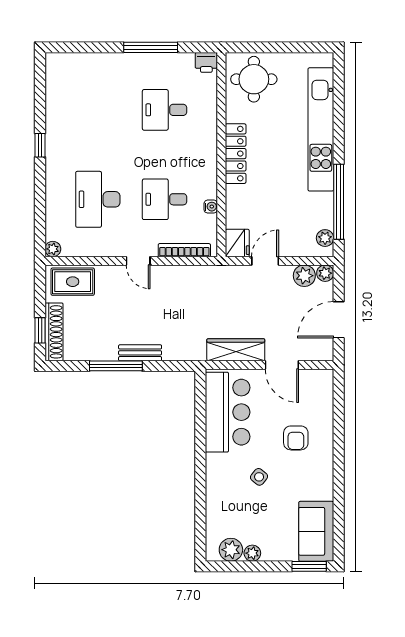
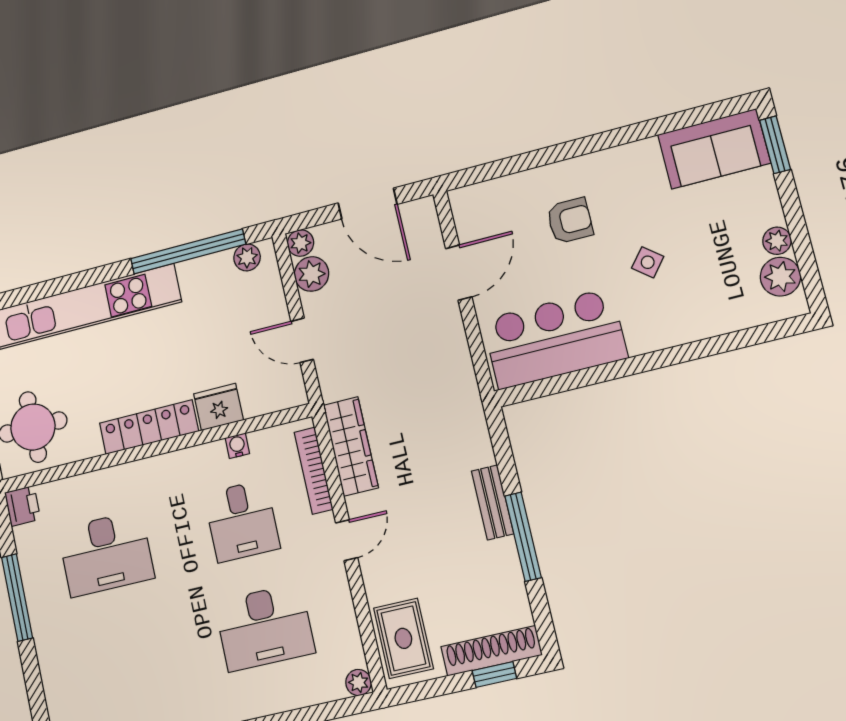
desk: (165, 110) -> (106, 554), width x1.37
fridge: (237, 243) -> (218, 407), moved
wardrobe: (236, 350) -> (351, 446), moved, turned 180

